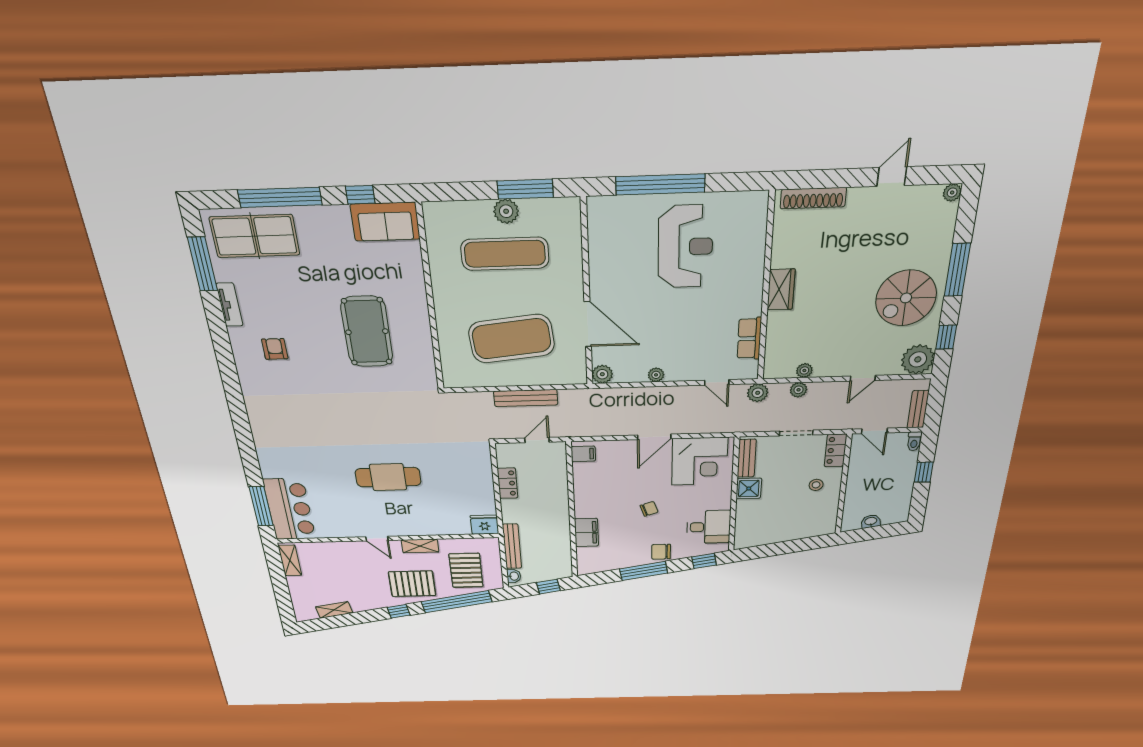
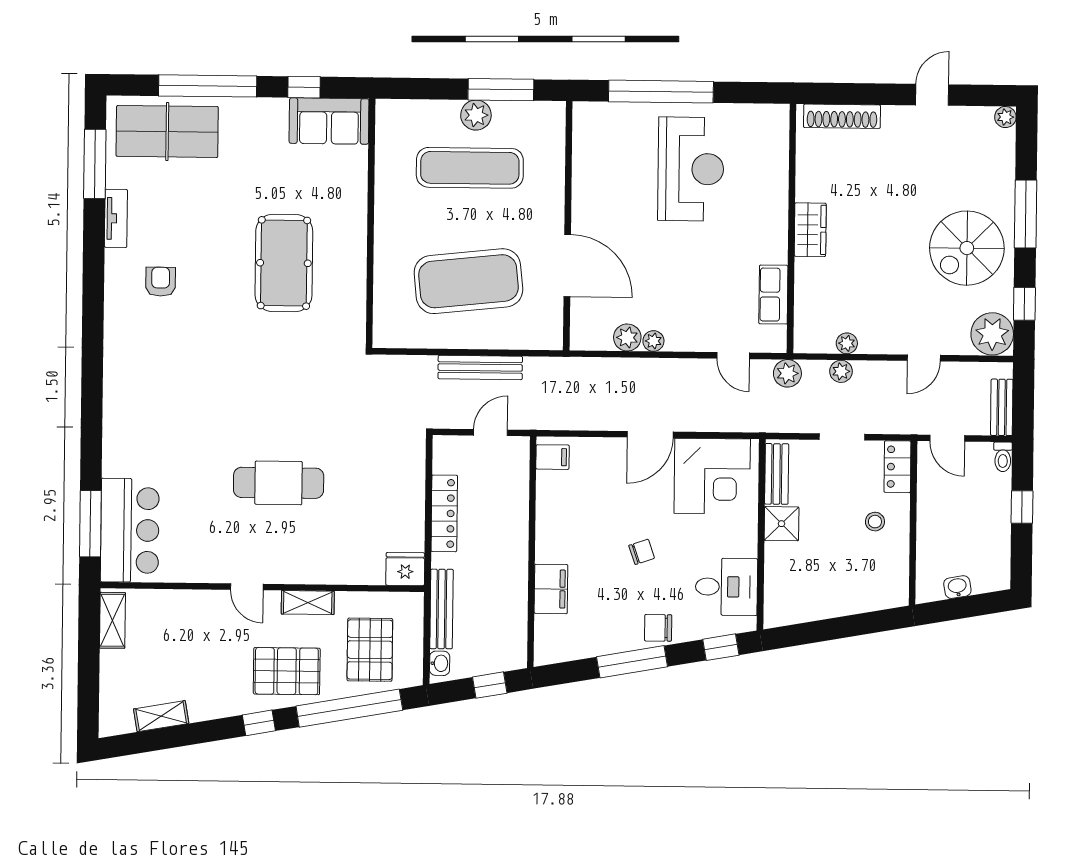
plant: (602, 374) -> (627, 337), moved
locker: (508, 483) -> (444, 513), width x1.53

